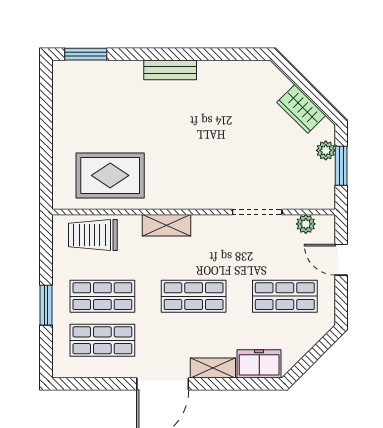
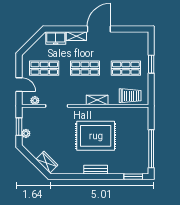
wardrobe: (301, 109) -> (47, 162), moved
window: (46, 116) -> (151, 149), added
rug: (110, 175) -> (96, 136), moved, width x1.37, depth x1.44
shop shelf: (102, 340) -> (126, 48), removed

